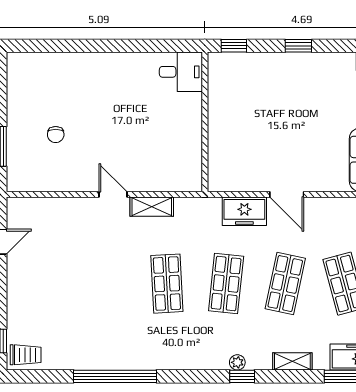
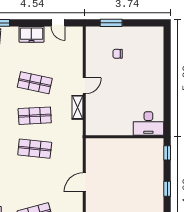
desk: (181, 72) -> (148, 123), width x1.37
freezer: (244, 211) -> (31, 34), moved, turned -90
shop shelf: (285, 284) -> (35, 83), moved

